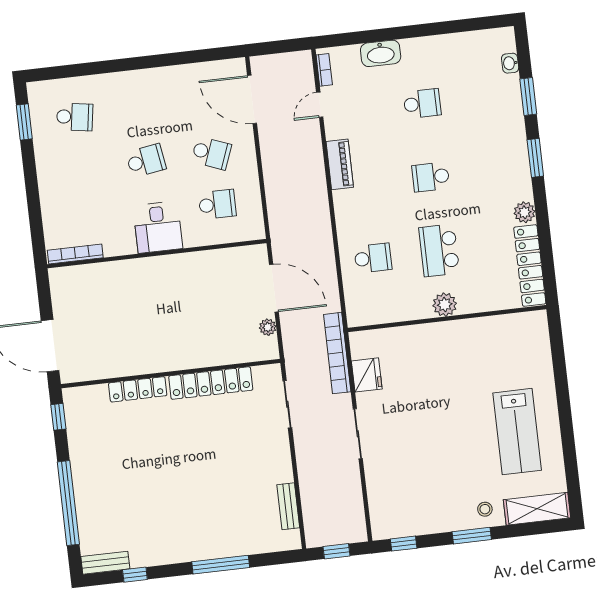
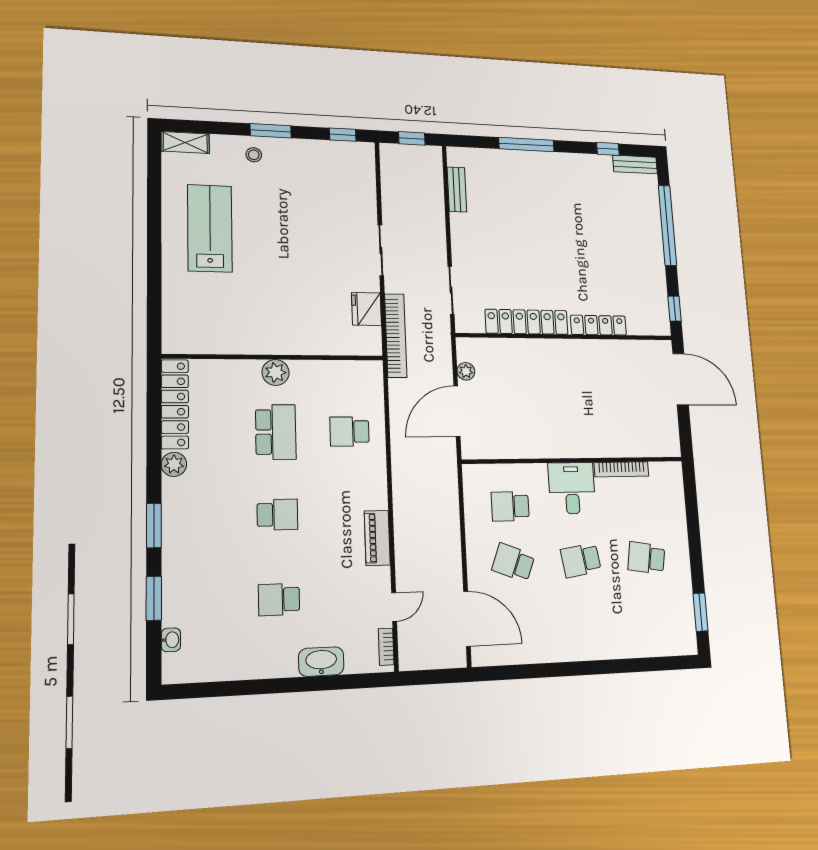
school desk: (75, 117) -> (646, 558), moved
bookcase: (75, 254) -> (621, 469), moved
door: (274, 288) -> (457, 411), hinge flipped
shelving: (537, 509) -> (185, 142), width x0.67, depth x0.75

